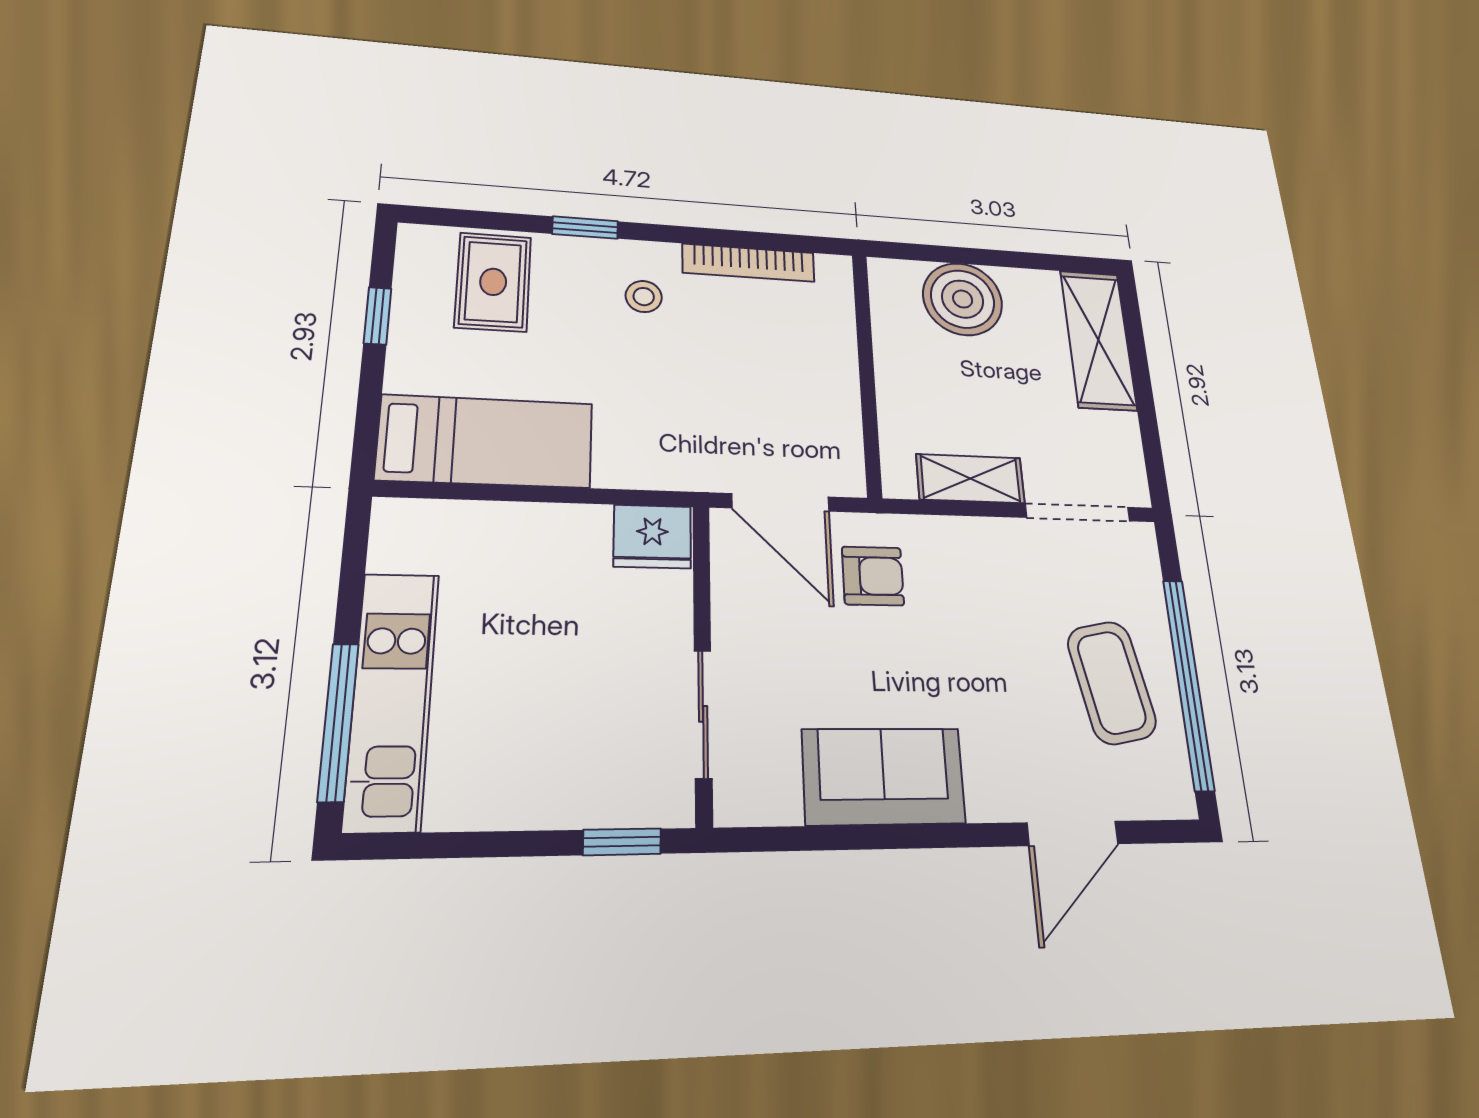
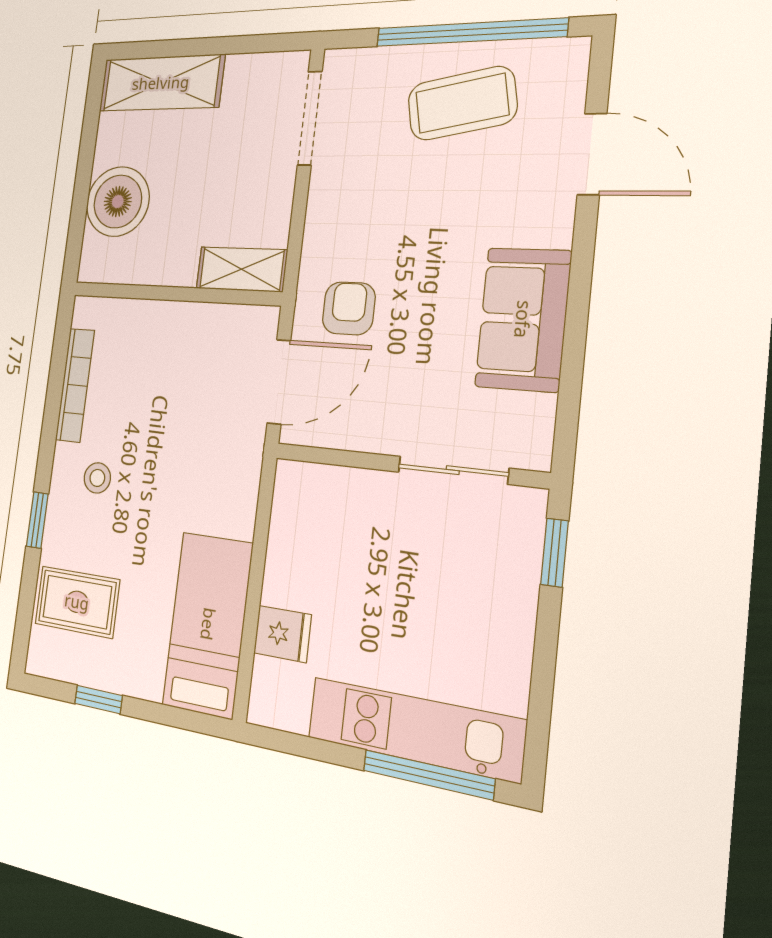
shelving: (970, 479) -> (241, 269), moved, turned 90
fridge: (652, 537) -> (283, 634), moved, width x0.72

